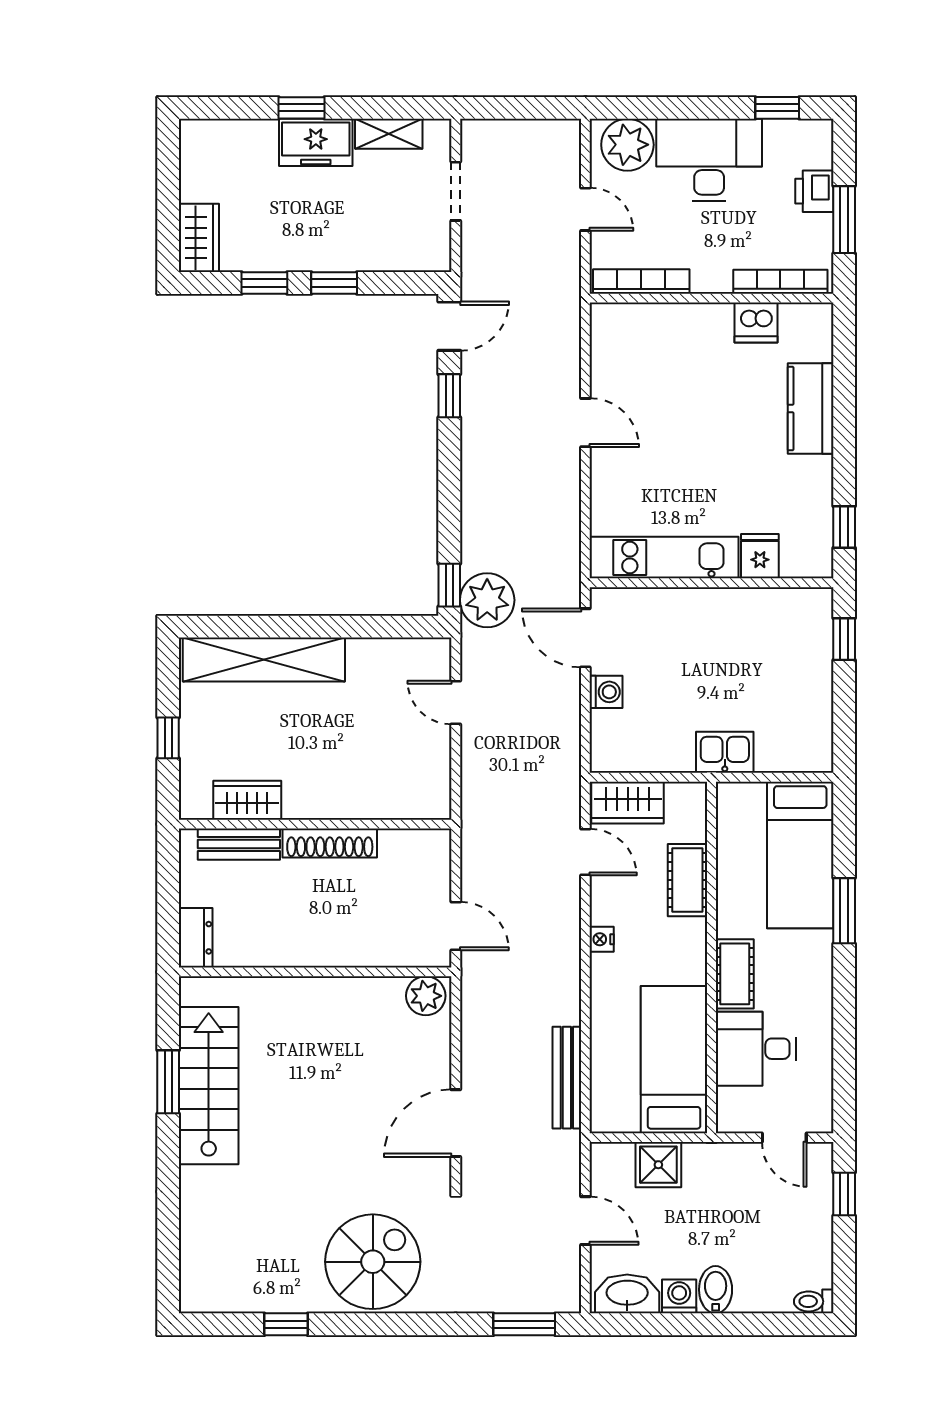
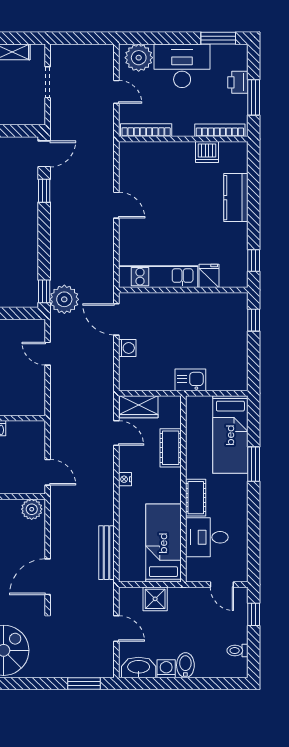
window: (777, 108) -> (218, 38), width x1.50
toilet: (814, 1301) -> (238, 651), moved

